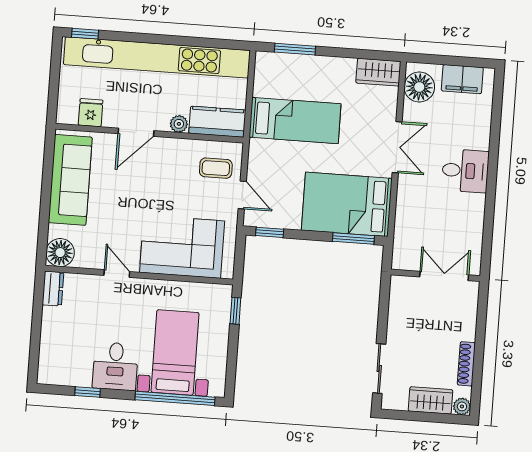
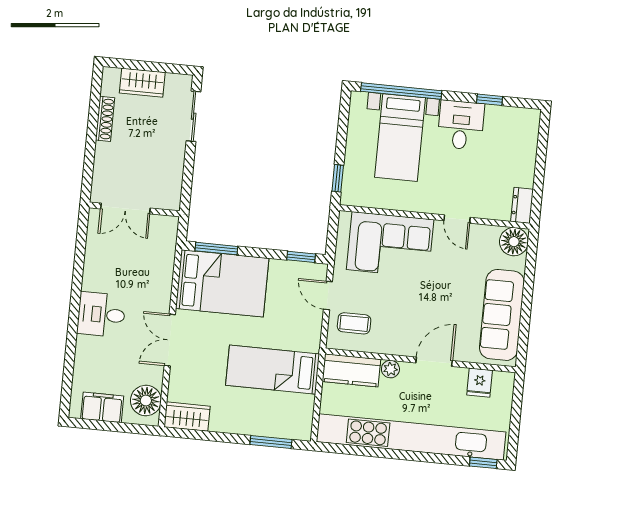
plant: (462, 406) -> (111, 76), removed

